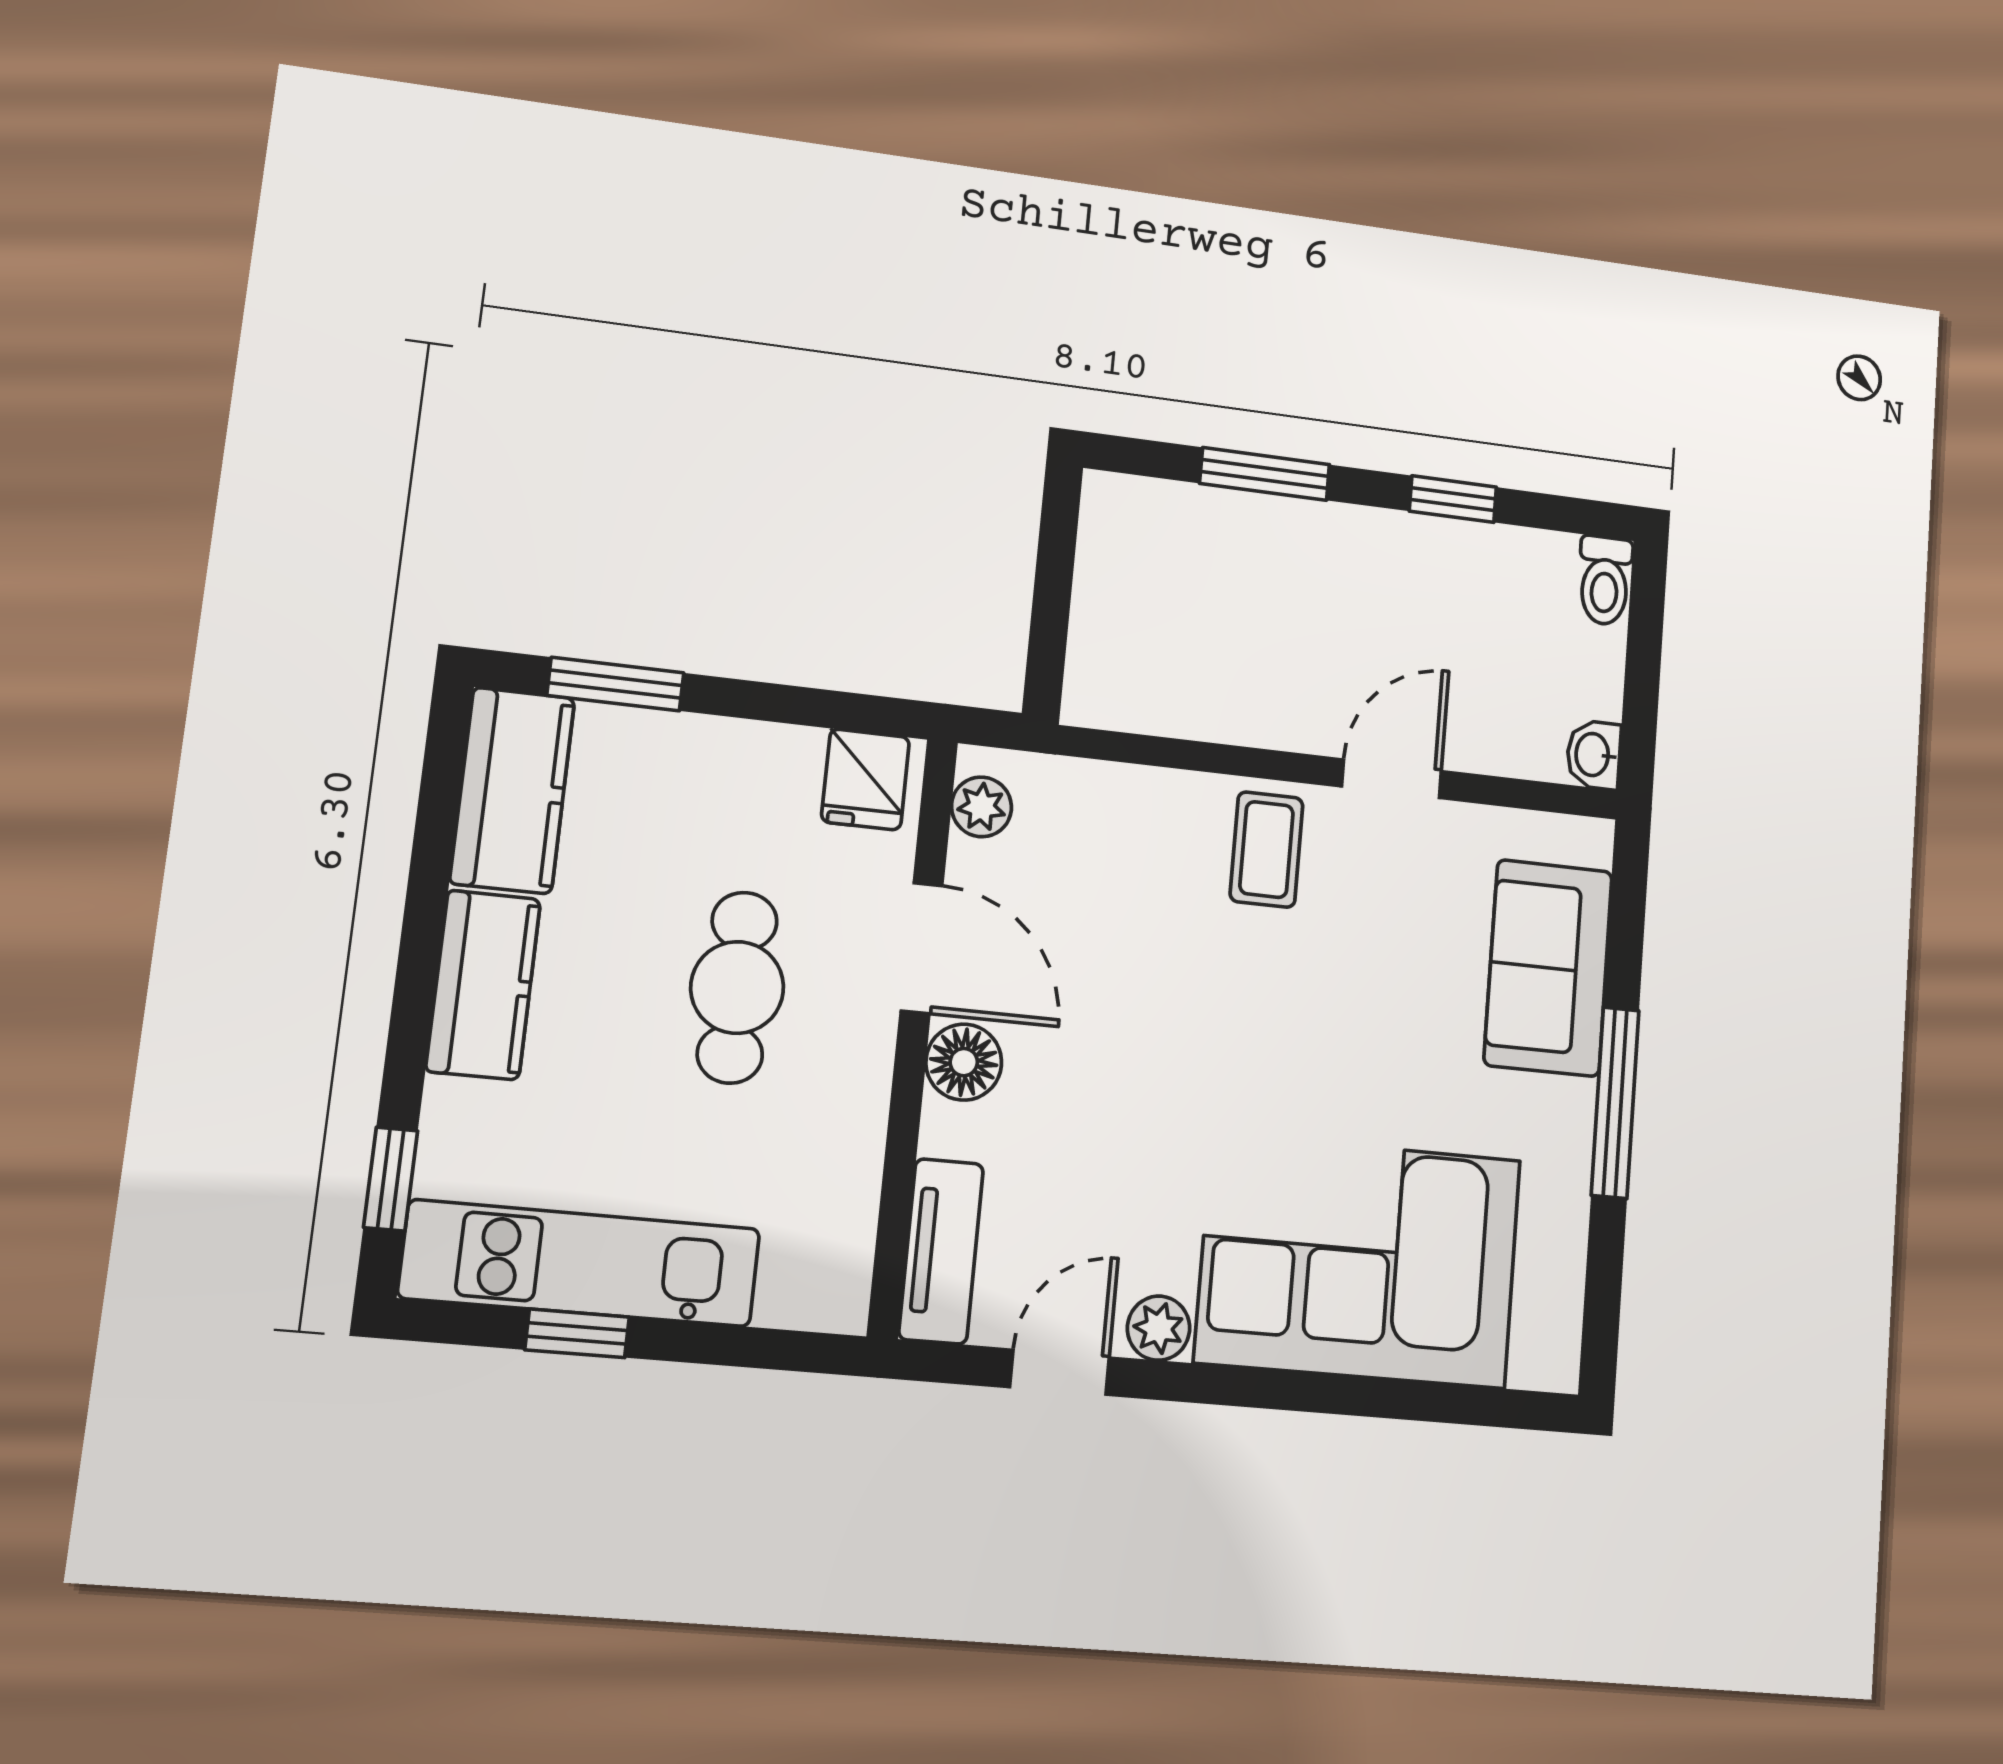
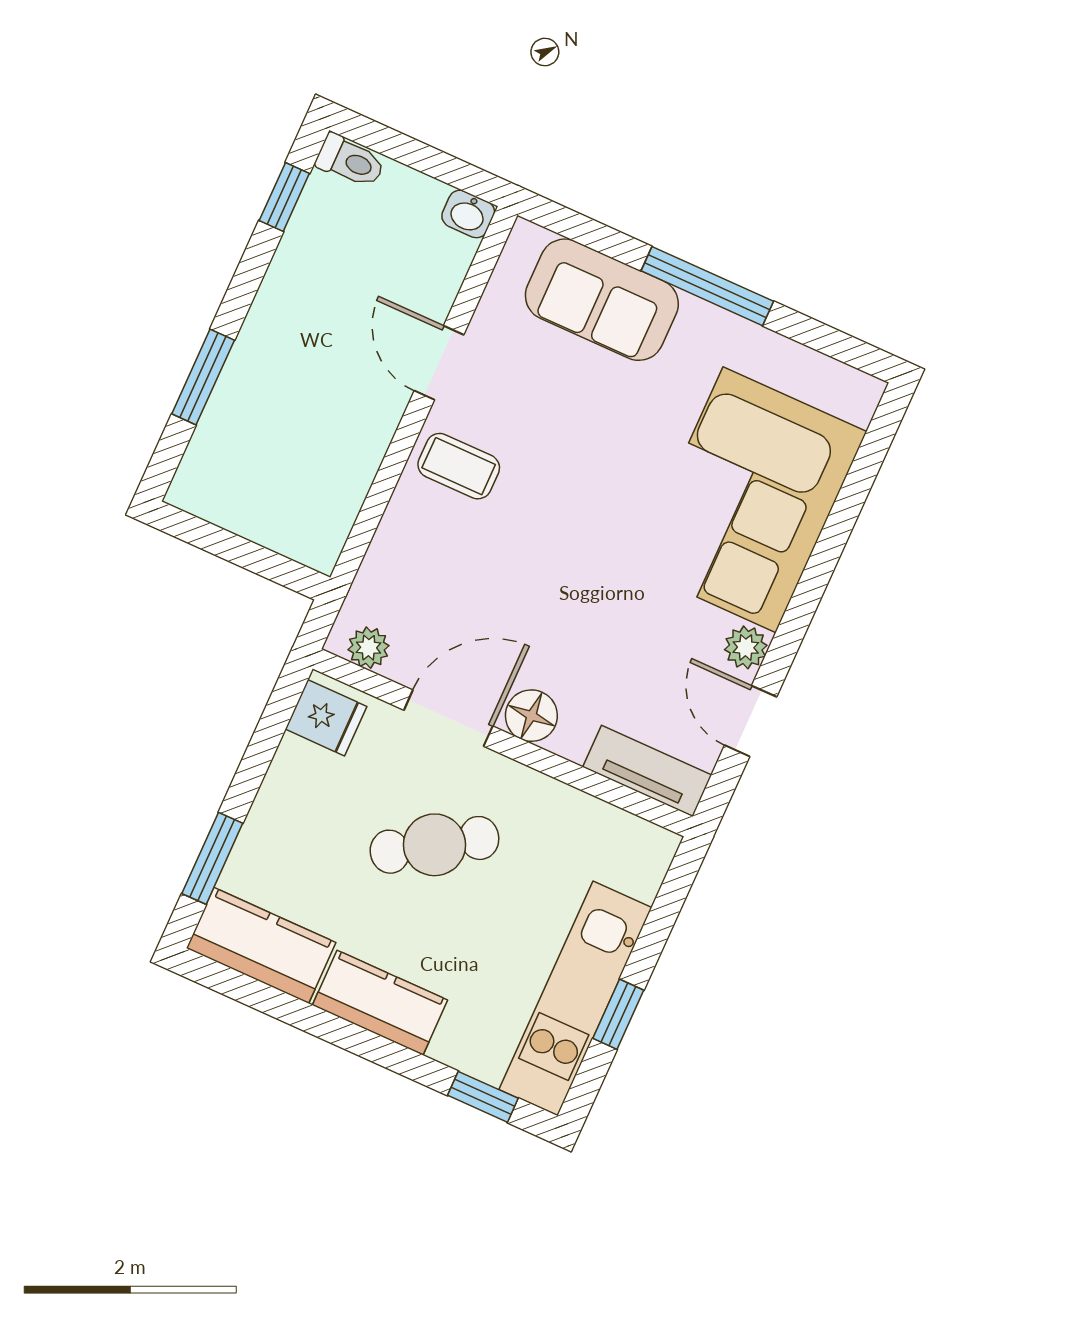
window: (1453, 499) -> (284, 197), moved
cafe table: (737, 987) -> (434, 845), turned -33

